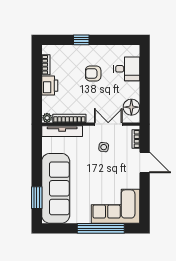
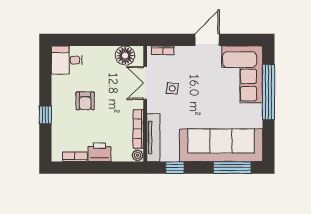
desk: (127, 69) -> (67, 60), moved, turned -90
window: (37, 149) -> (175, 168), added
door: (145, 162) -> (207, 40), moved
window: (37, 198) -> (232, 168), width x1.44

